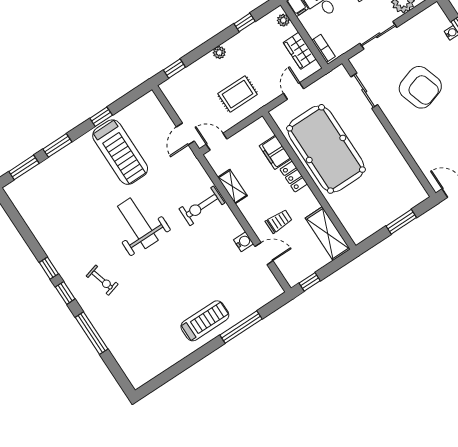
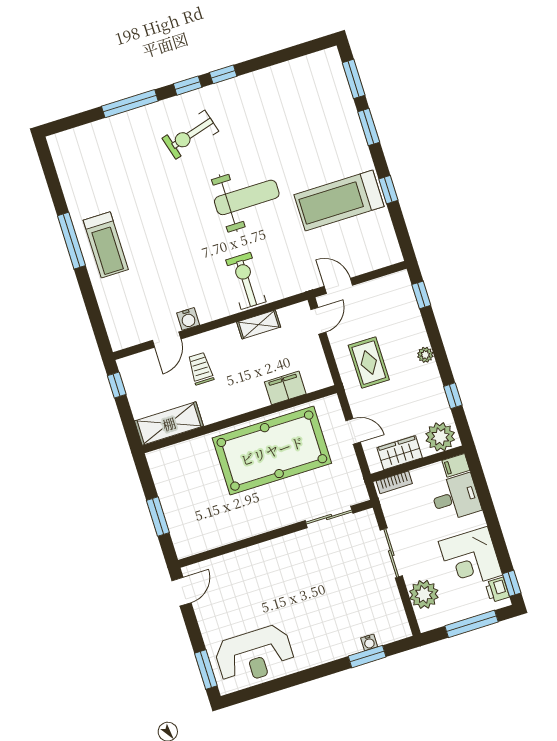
plant: (283, 20) -> (440, 437), width x1.88, depth x1.88
armchair: (420, 87) -> (314, 586), removed
locker: (294, 177) -> (250, 402), removed
trolley: (279, 221) -> (201, 369), turned 180
exercise bike: (102, 280) -> (190, 135), width x1.38, depth x1.39
window: (241, 327) -> (71, 241), moved

